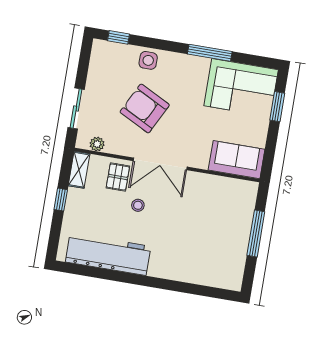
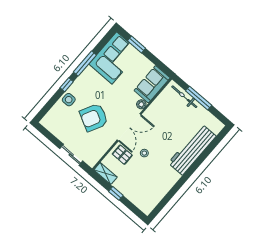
window: (118, 37) -> (67, 85), moved
plant: (97, 144) -> (141, 104), moved
bicycle: (246, 213) -> (184, 97), added
workbench: (108, 254) -> (192, 150), moved

